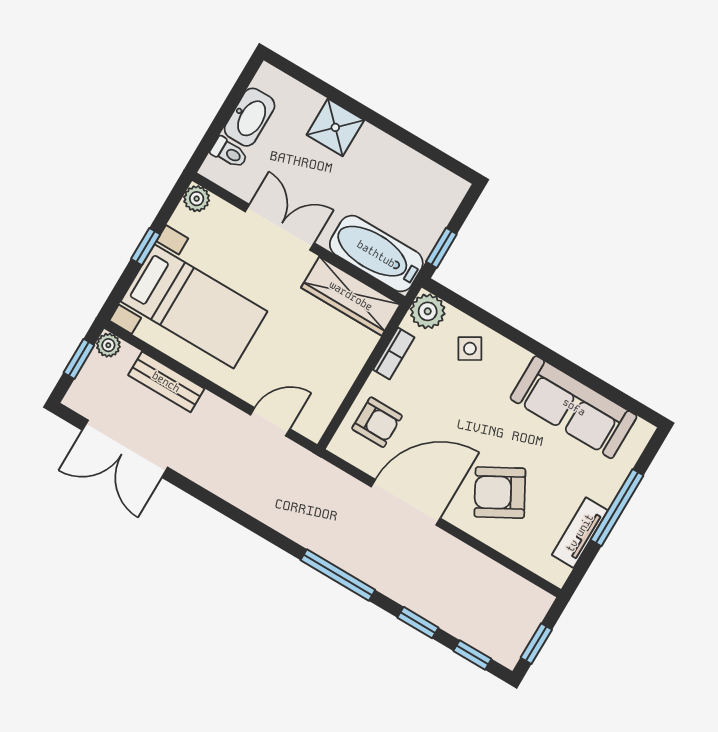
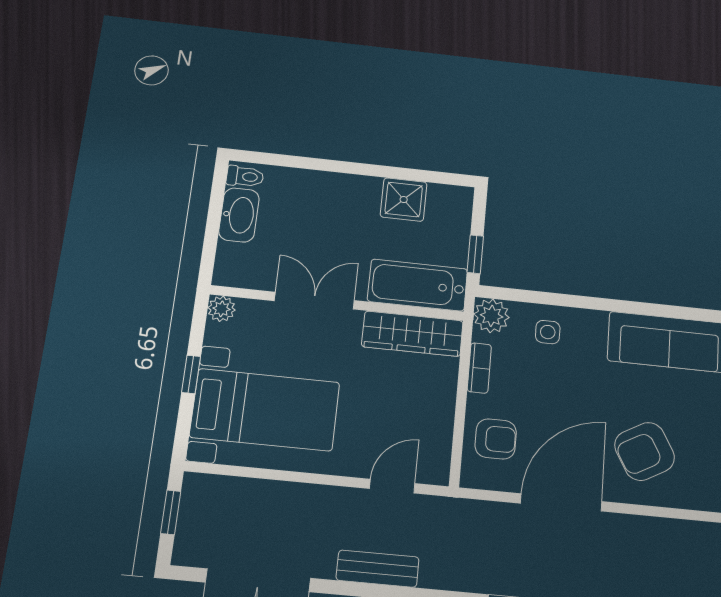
shower: (335, 127) -> (404, 200), moved
toilet: (229, 153) -> (245, 176), moved
plant: (108, 345) -> (195, 485), removed
side table: (470, 349) -> (548, 332), turned 31
bench: (166, 382) -> (378, 569), moved

